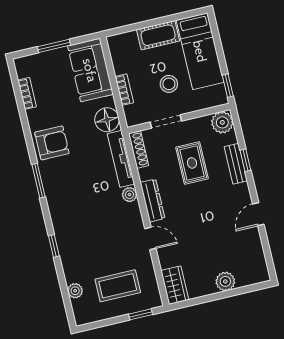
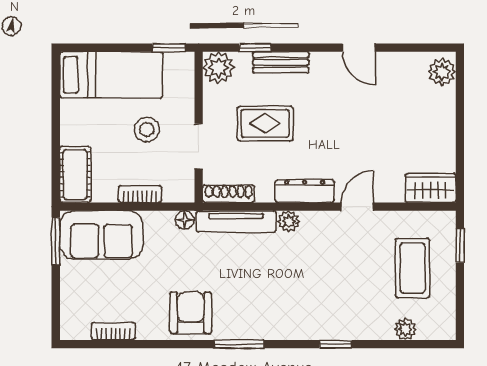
cot: (158, 35) -> (75, 174), moved
window: (54, 46) -> (56, 241), moved
floor lamp: (107, 120) -> (185, 220), width x0.53, depth x0.53
window: (245, 160) -> (255, 48), moved
plant: (225, 281) -> (442, 72), moved

